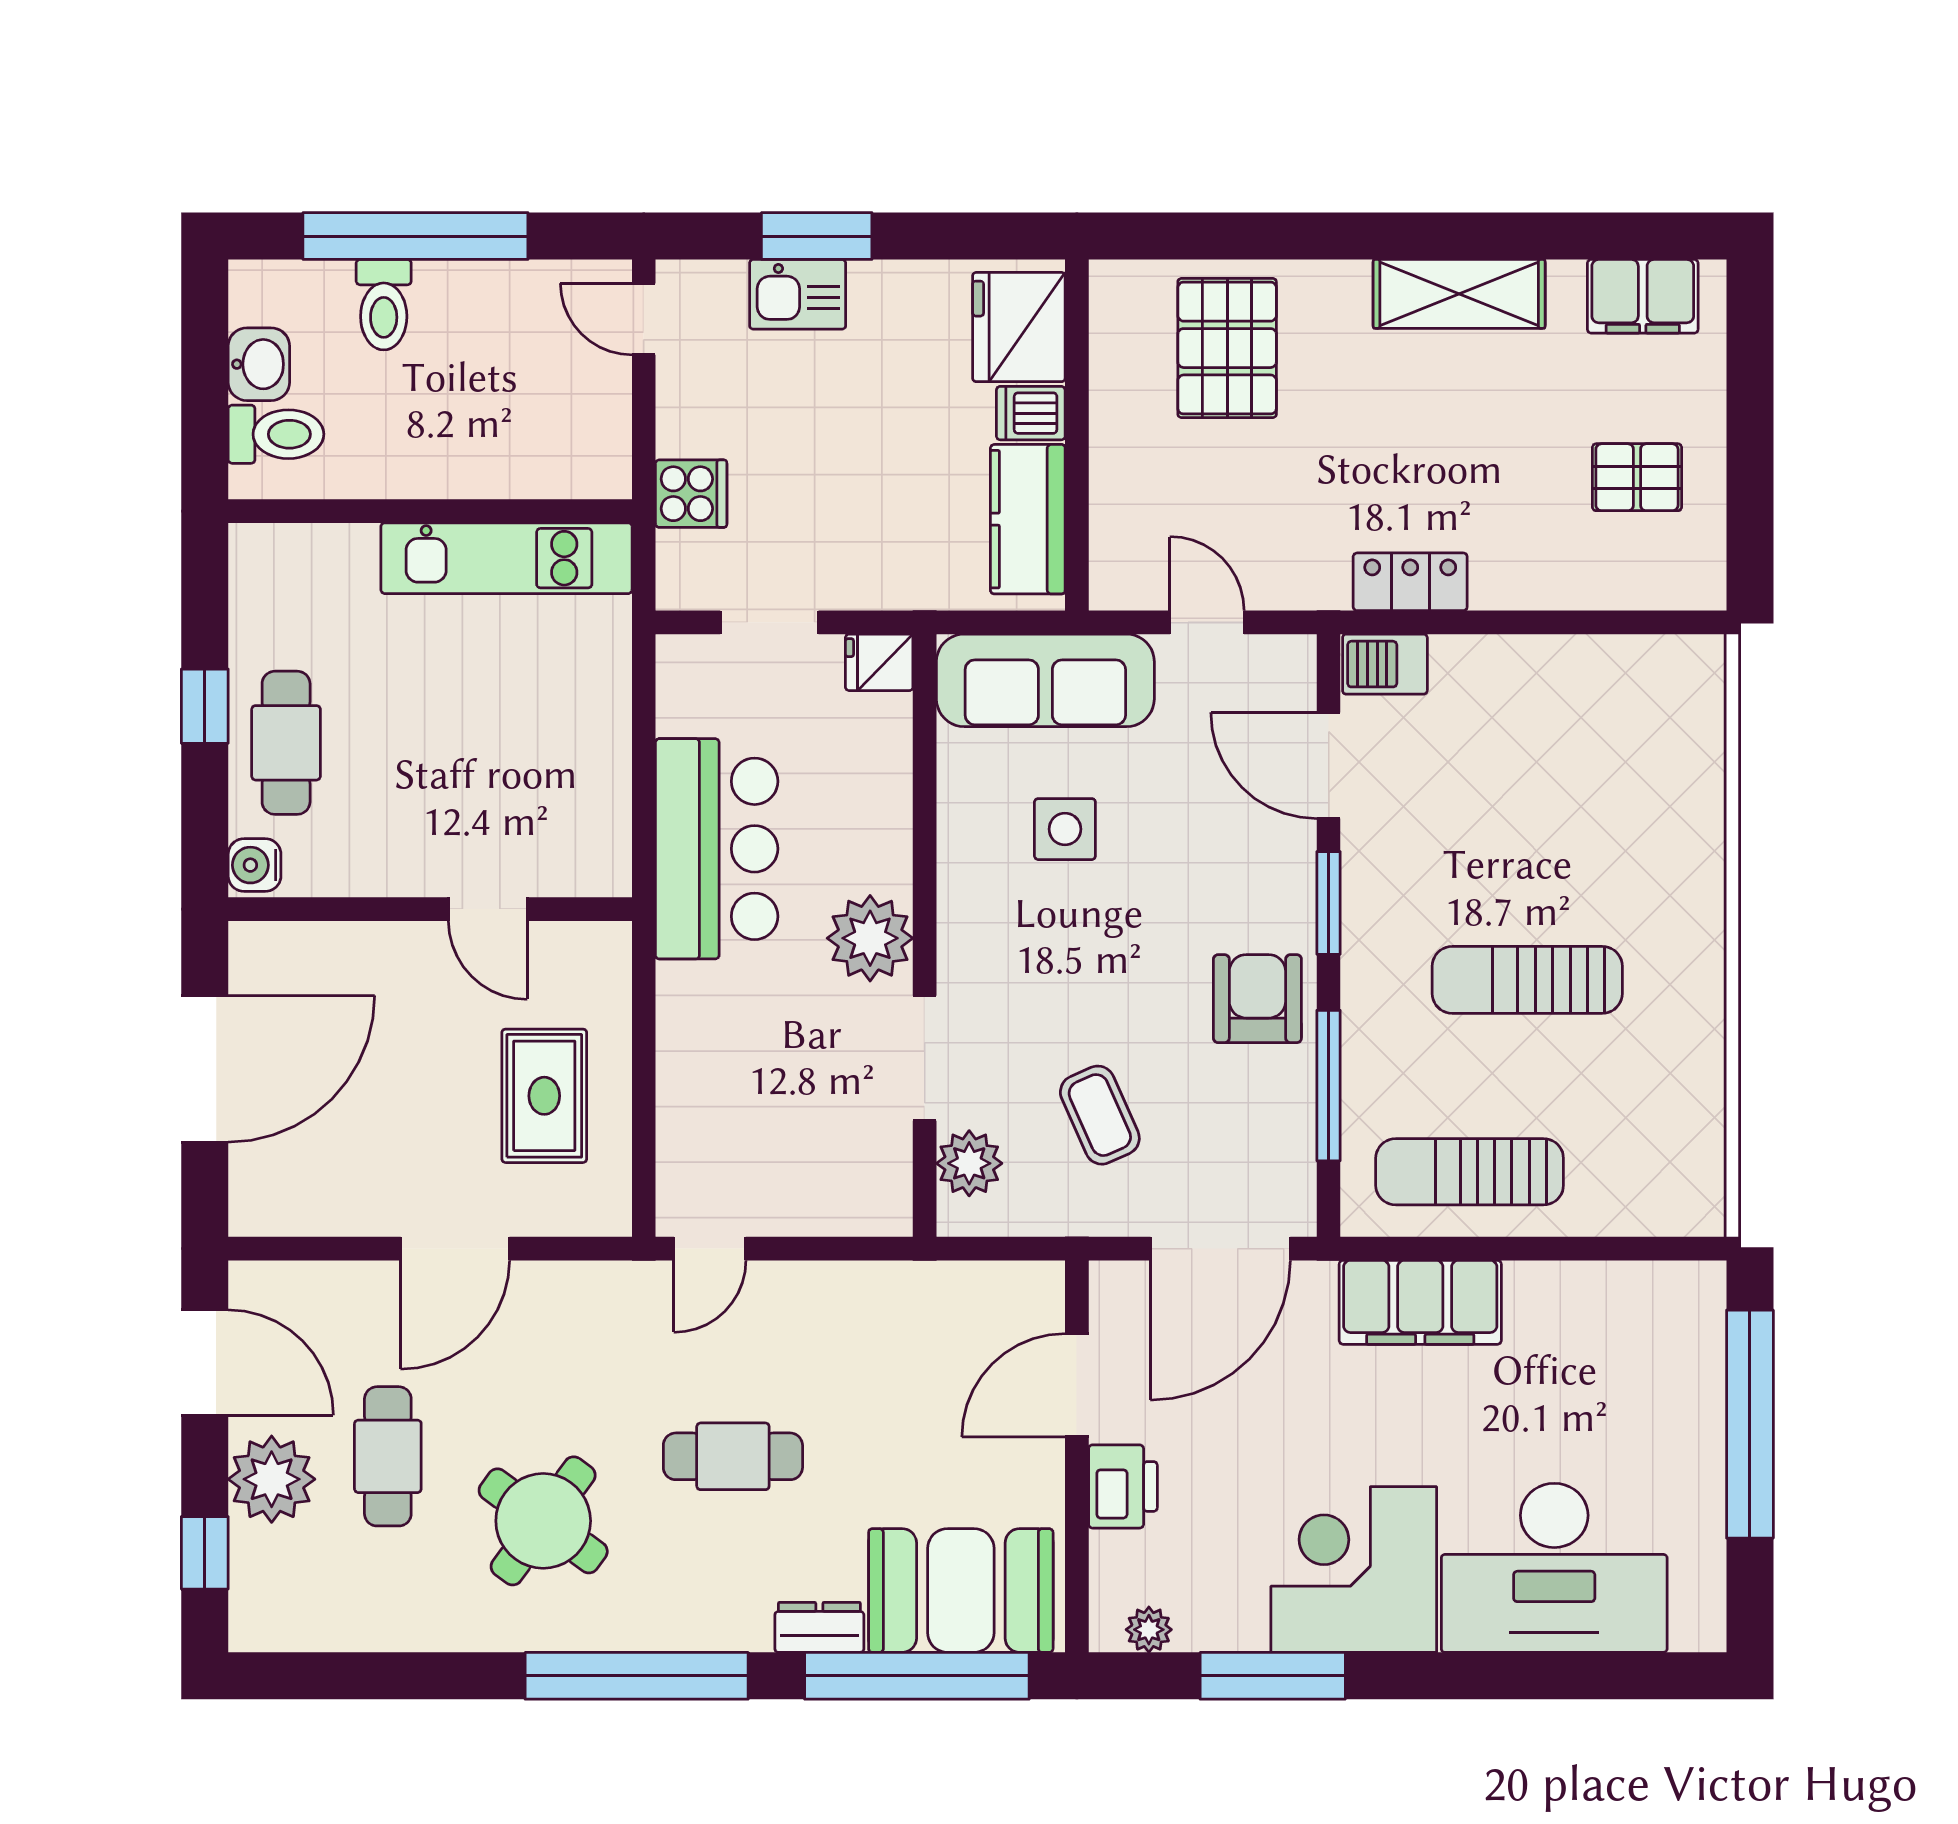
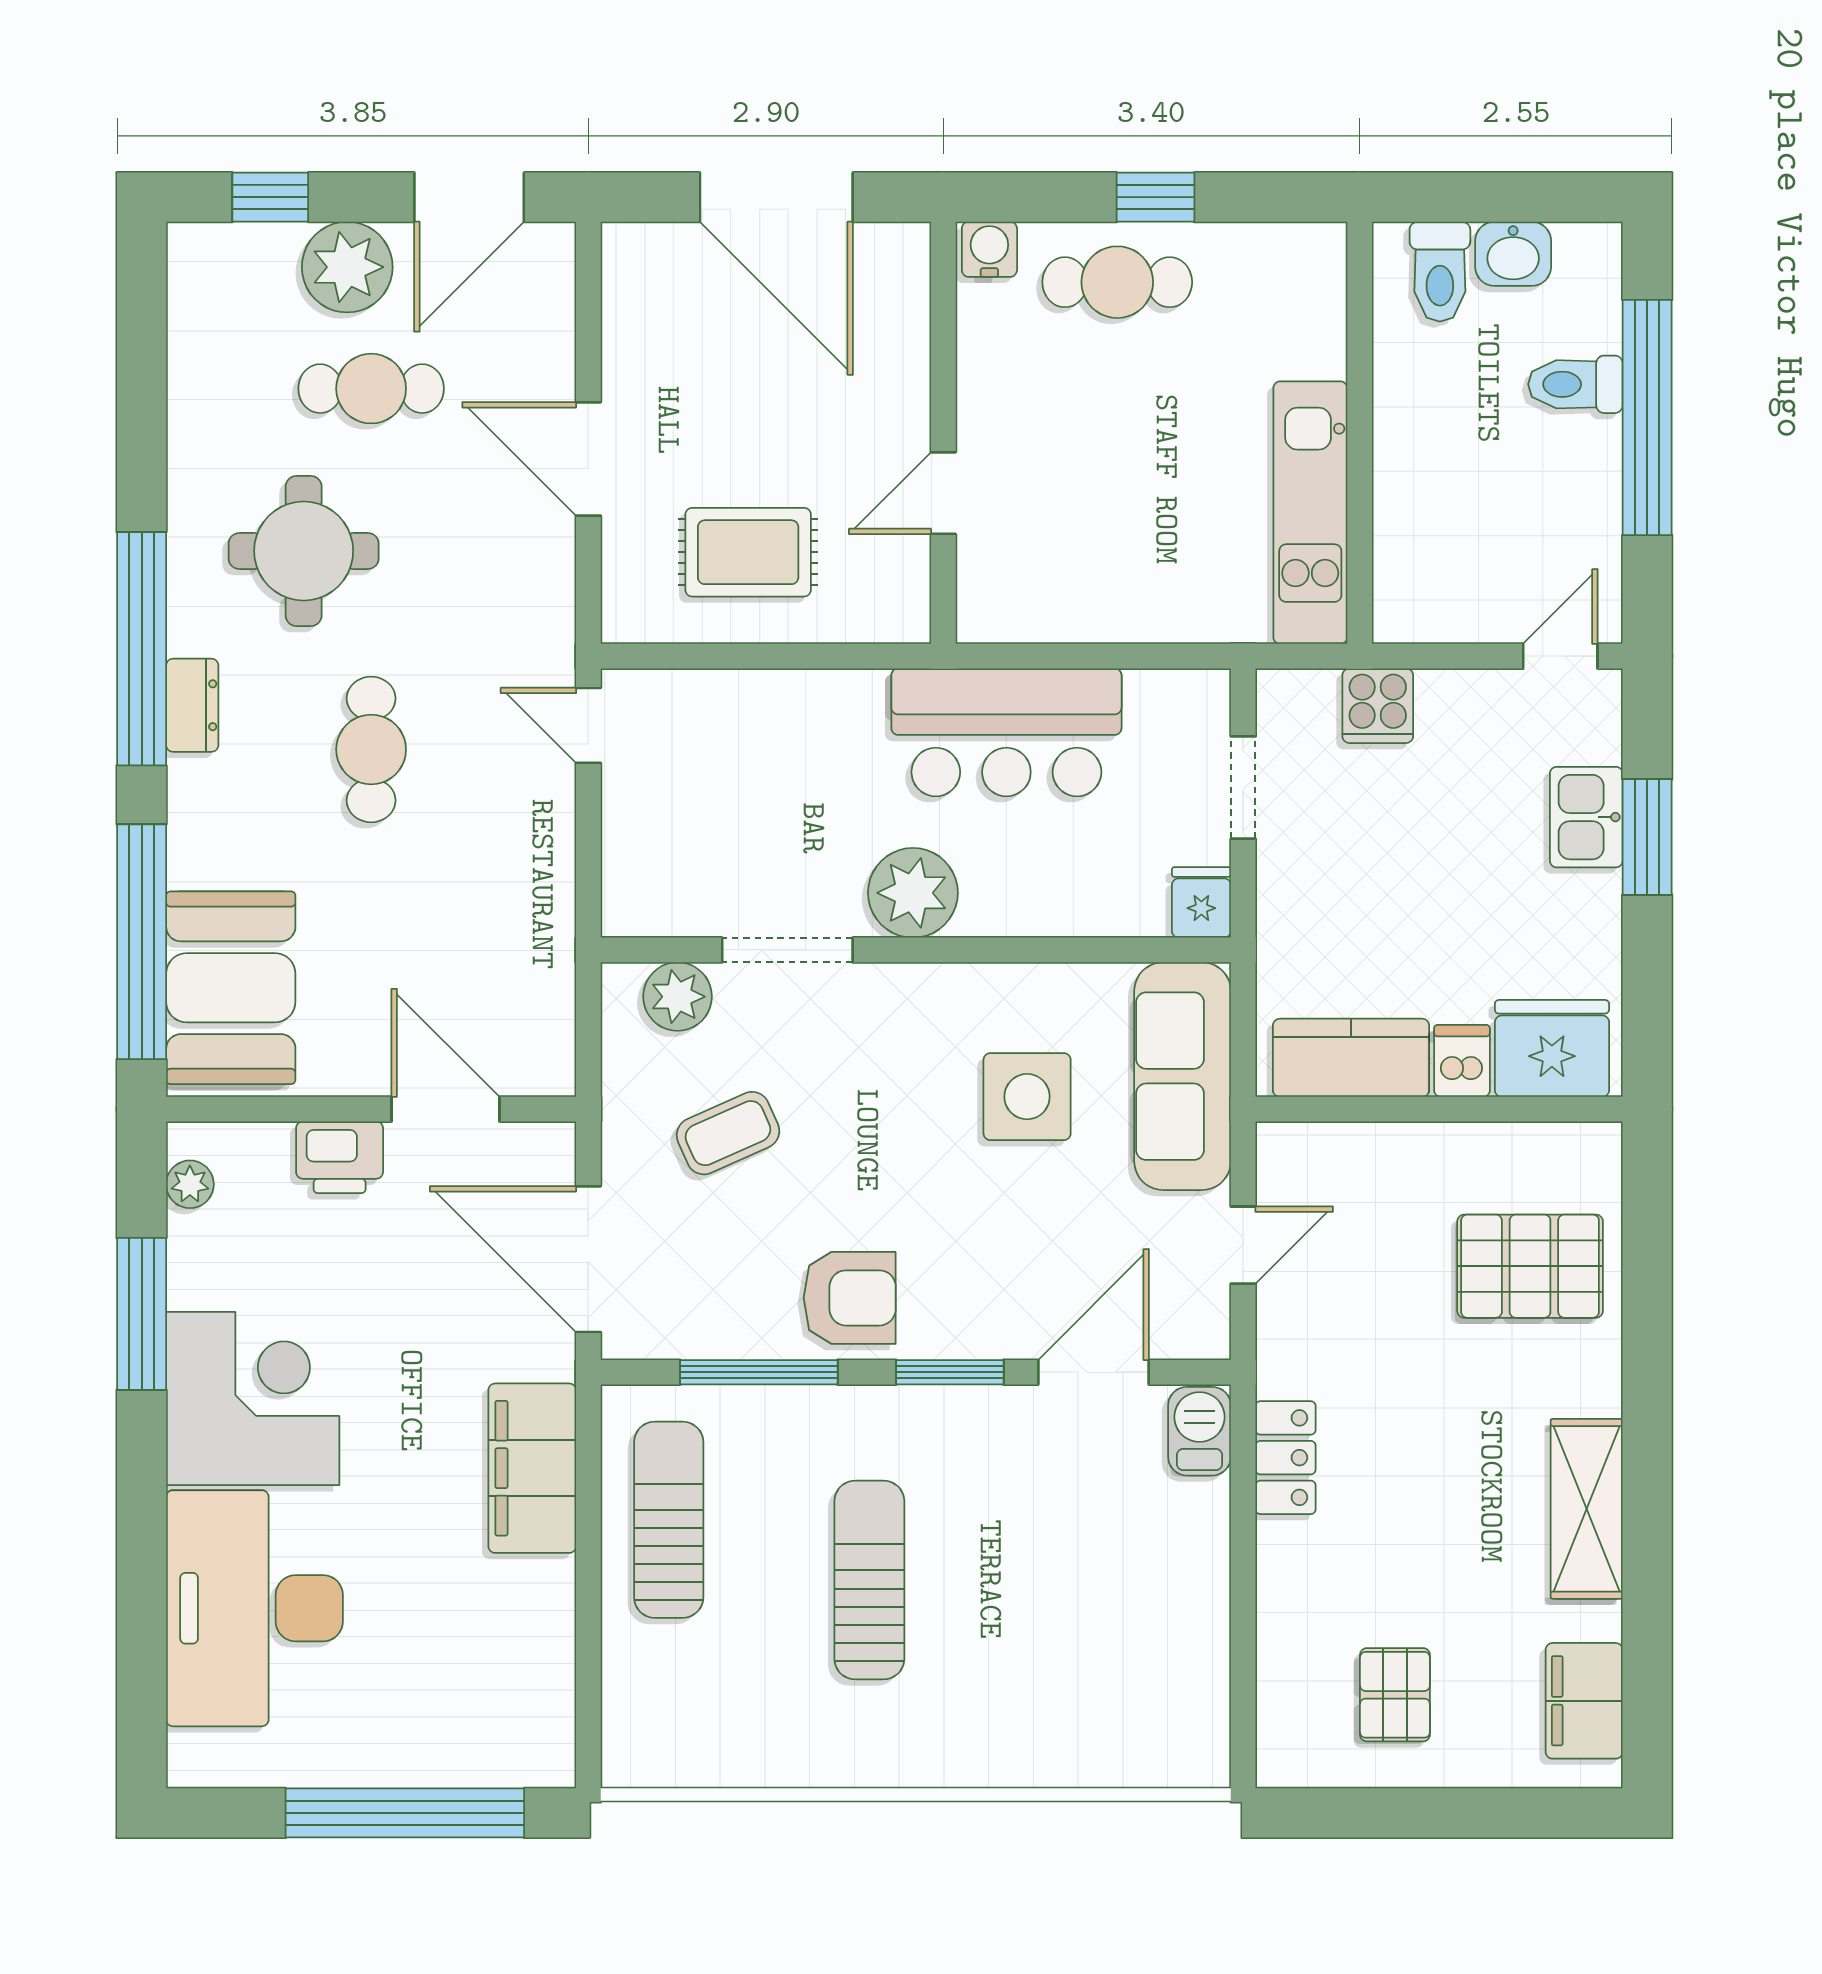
side table: (1065, 829) -> (1027, 1097), width x1.37, depth x1.37
round table: (543, 1521) -> (304, 551), turned -36
dresser: (819, 1627) -> (192, 705), moved

